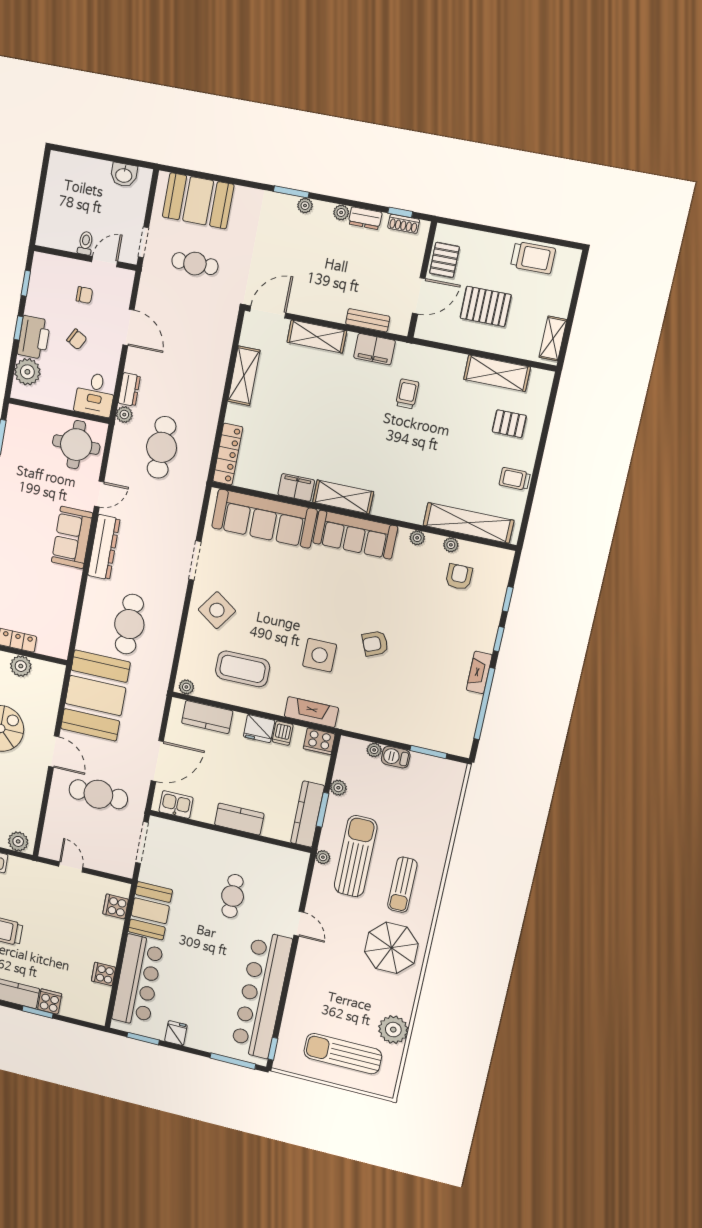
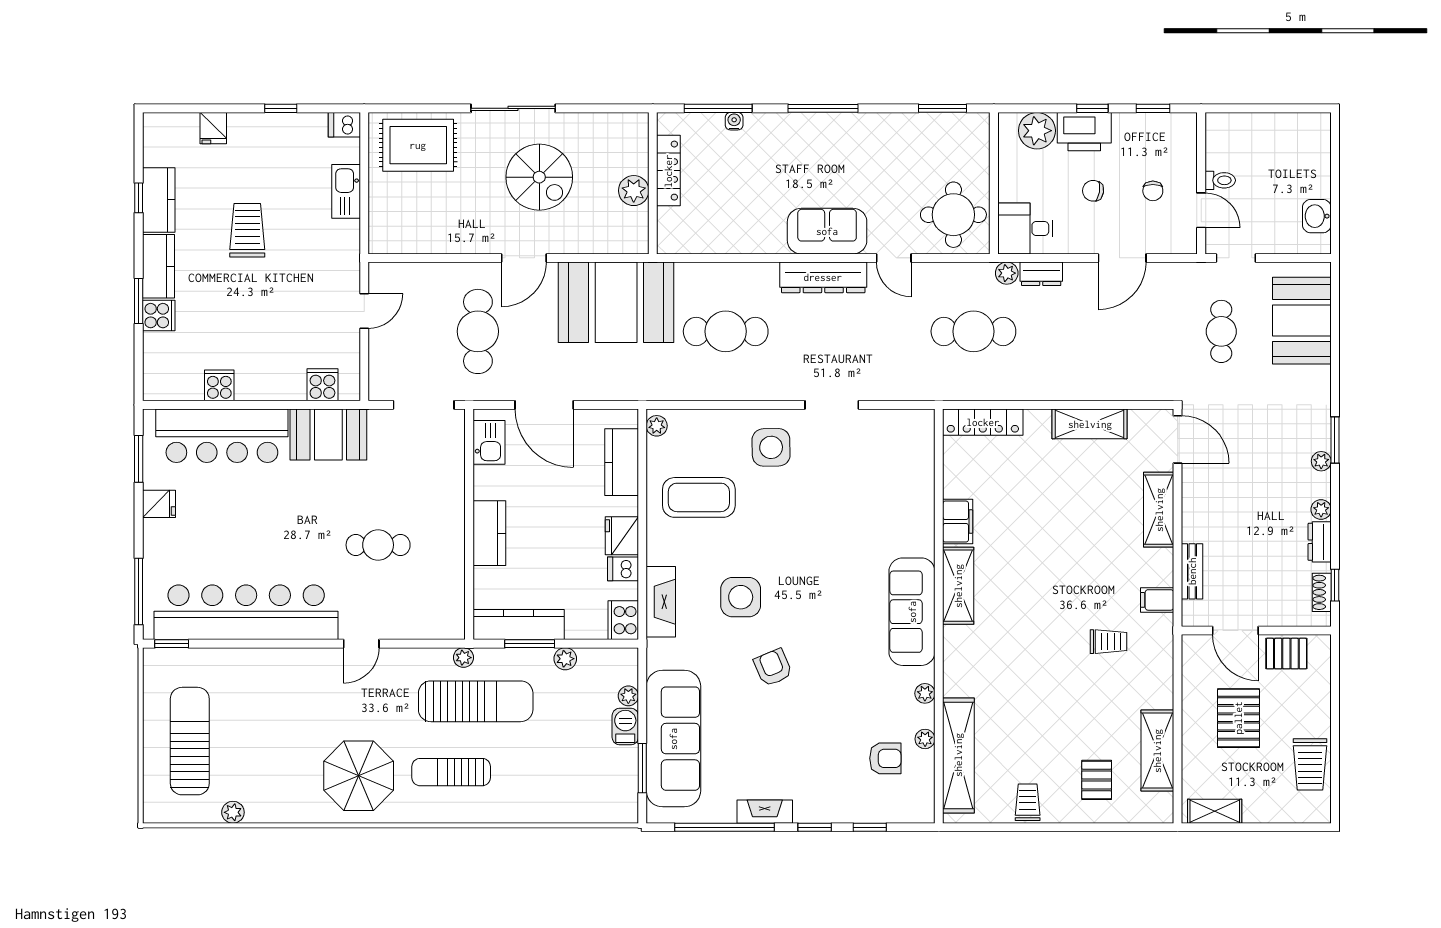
chair: (77, 339) -> (1093, 191), turned 70
filing cabinet: (374, 349) -> (1157, 600), width x0.50
sofa: (264, 519) -> (673, 739), moved, turned 180
side table: (217, 610) -> (771, 447), turned -36
coffee table: (243, 669) -> (699, 497), turned 90
plant: (18, 841) -> (383, 230), removed
plant: (393, 1030) -> (233, 812), width x0.53, depth x0.53

